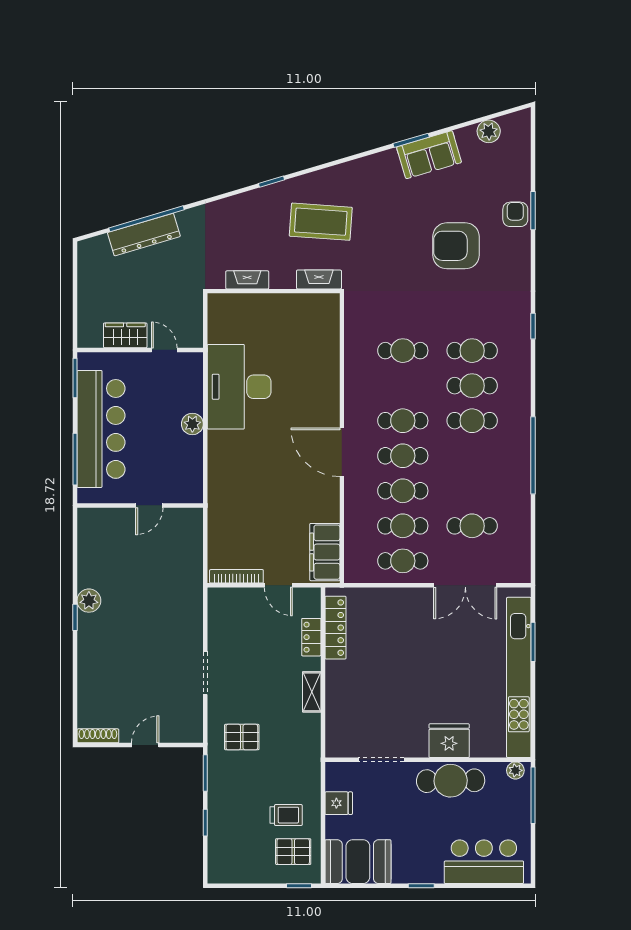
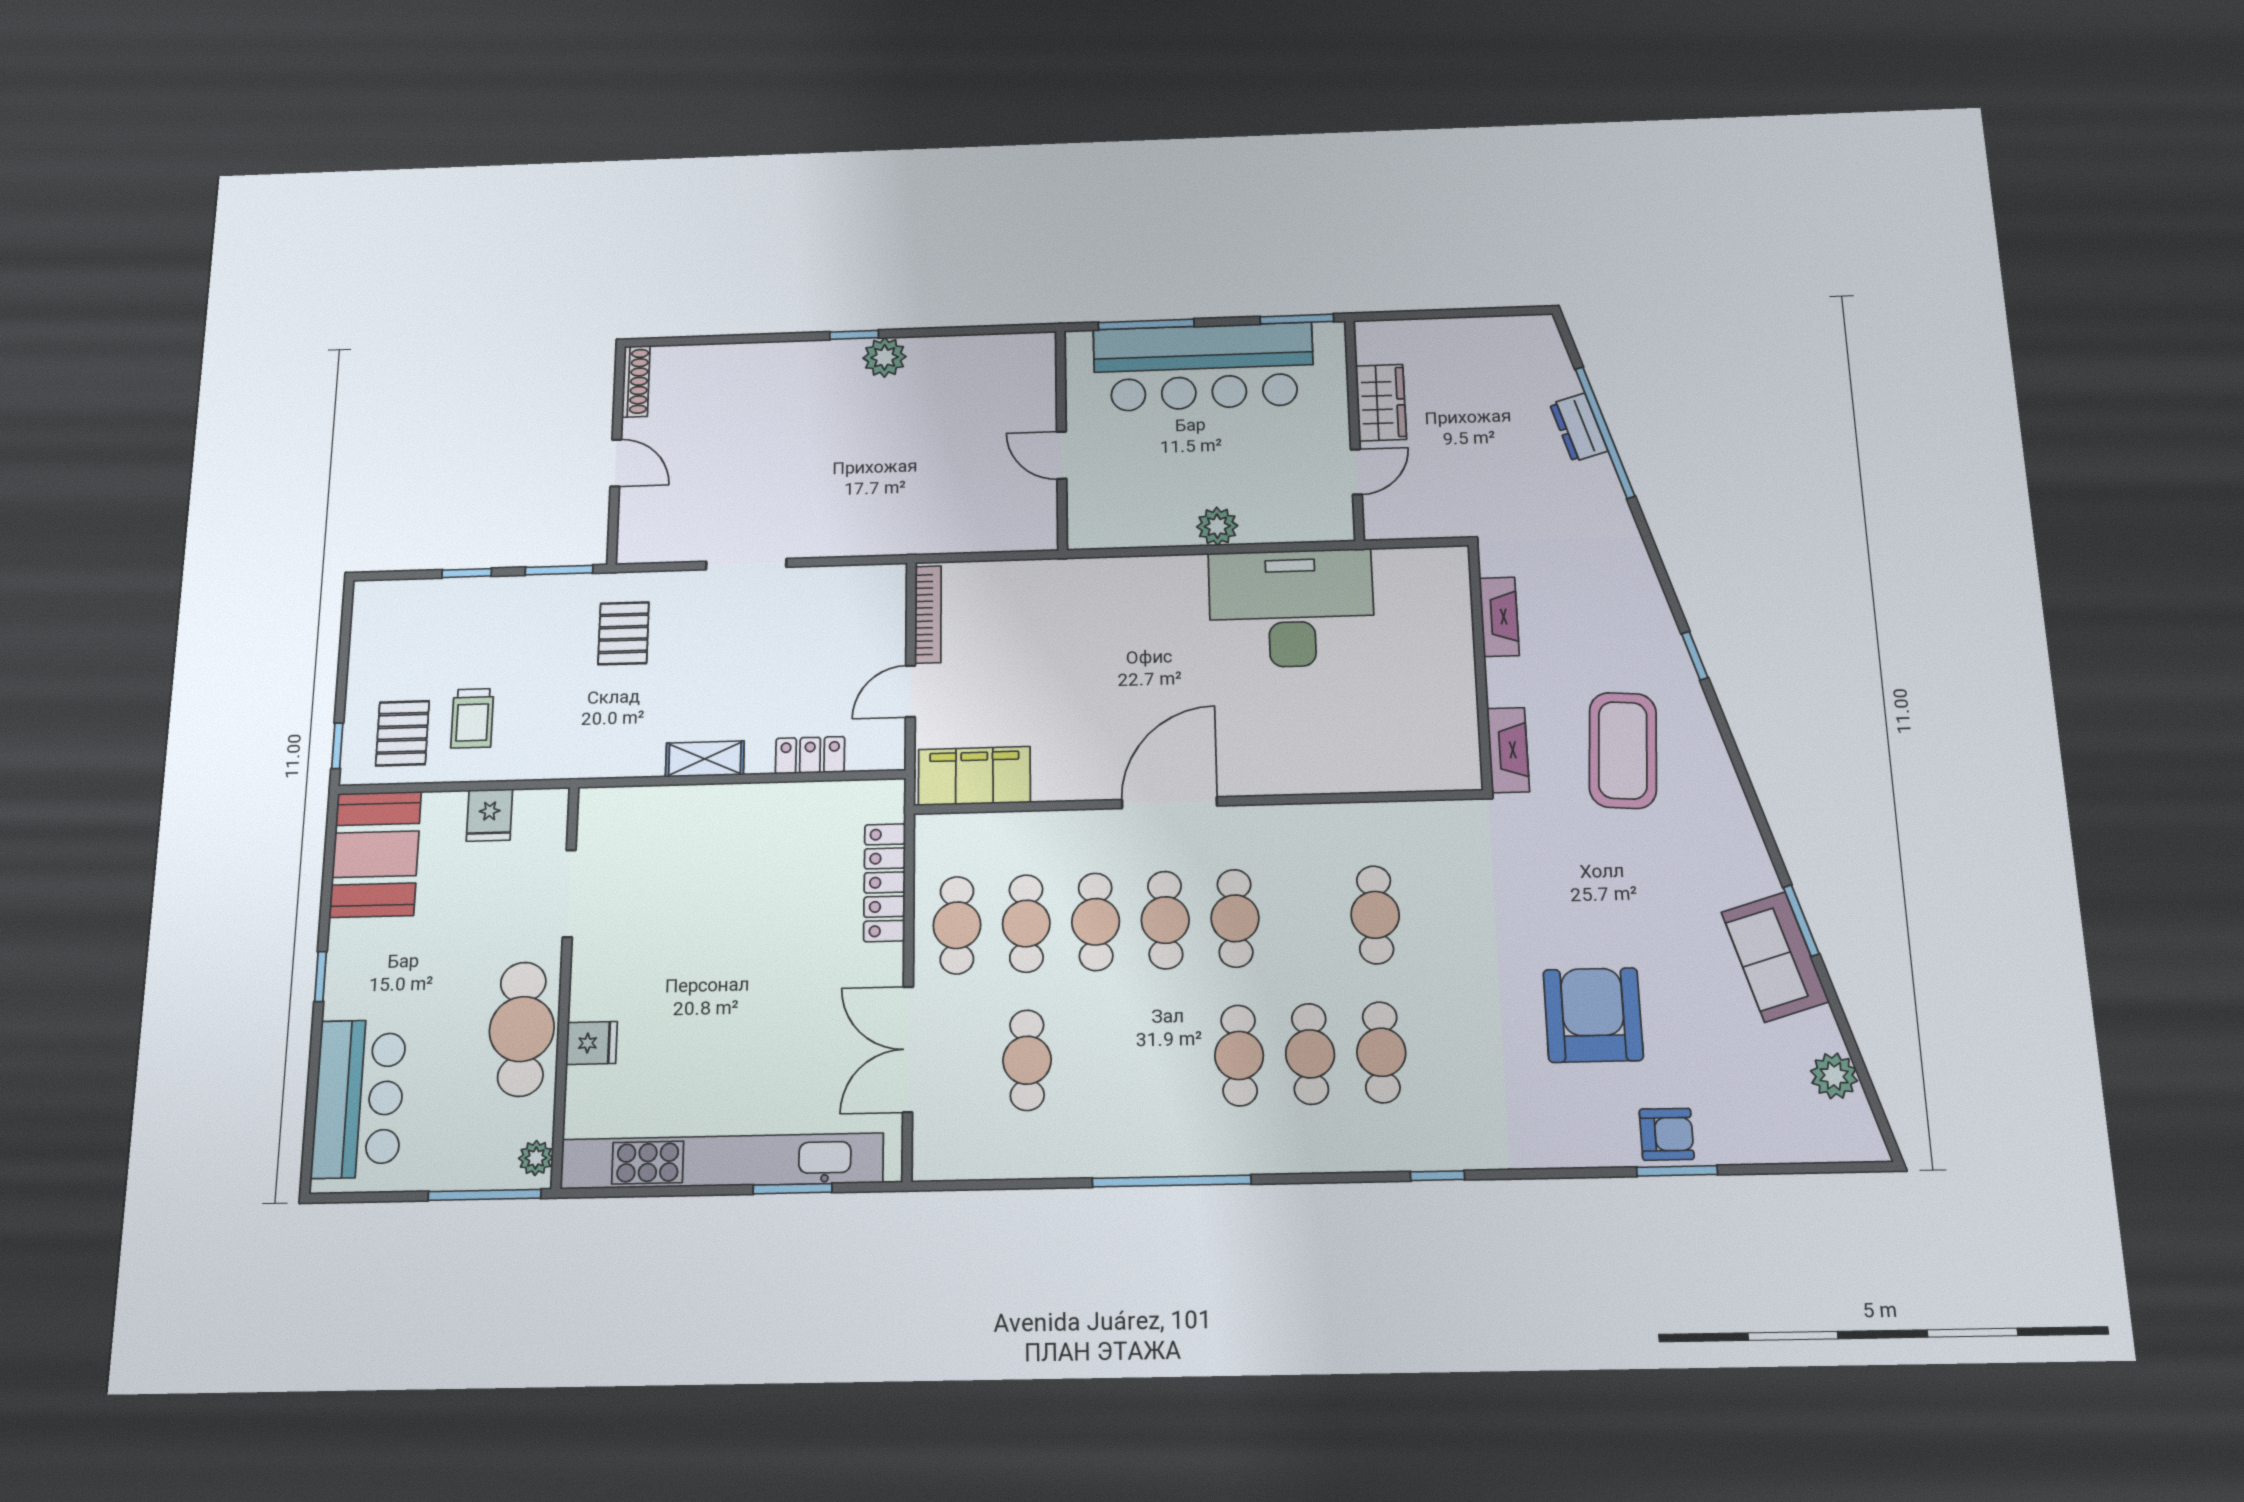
dresser: (144, 235) -> (1579, 427), width x0.51, depth x0.80
locker: (335, 628) -> (885, 882), moved, turned 90
fridge: (449, 741) -> (591, 1043), width x0.53, depth x0.75

